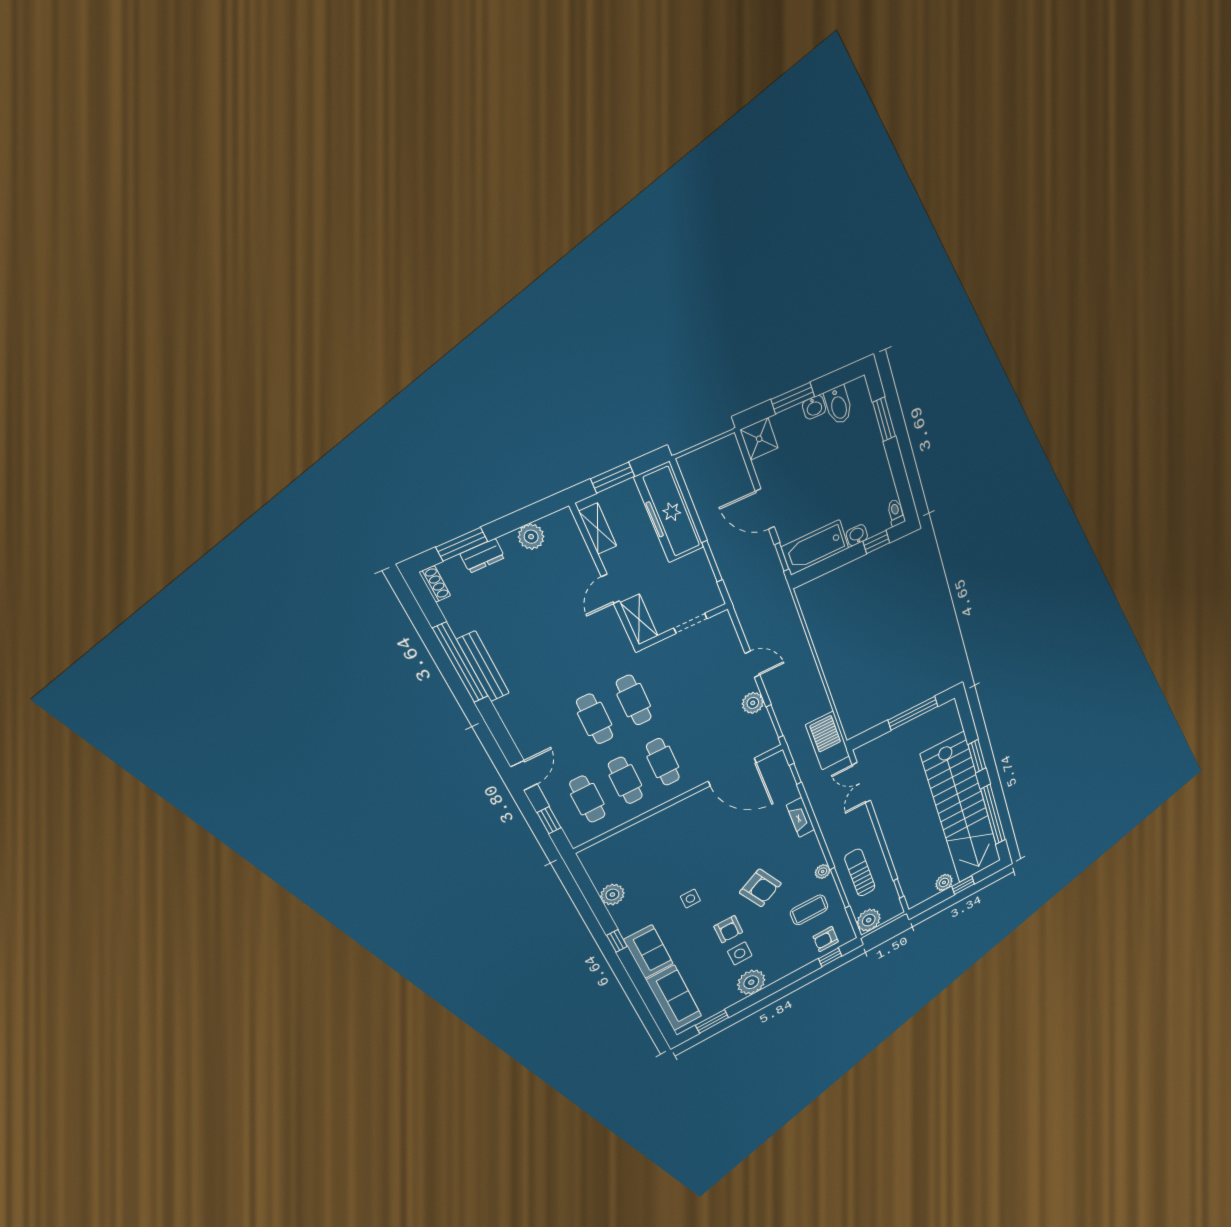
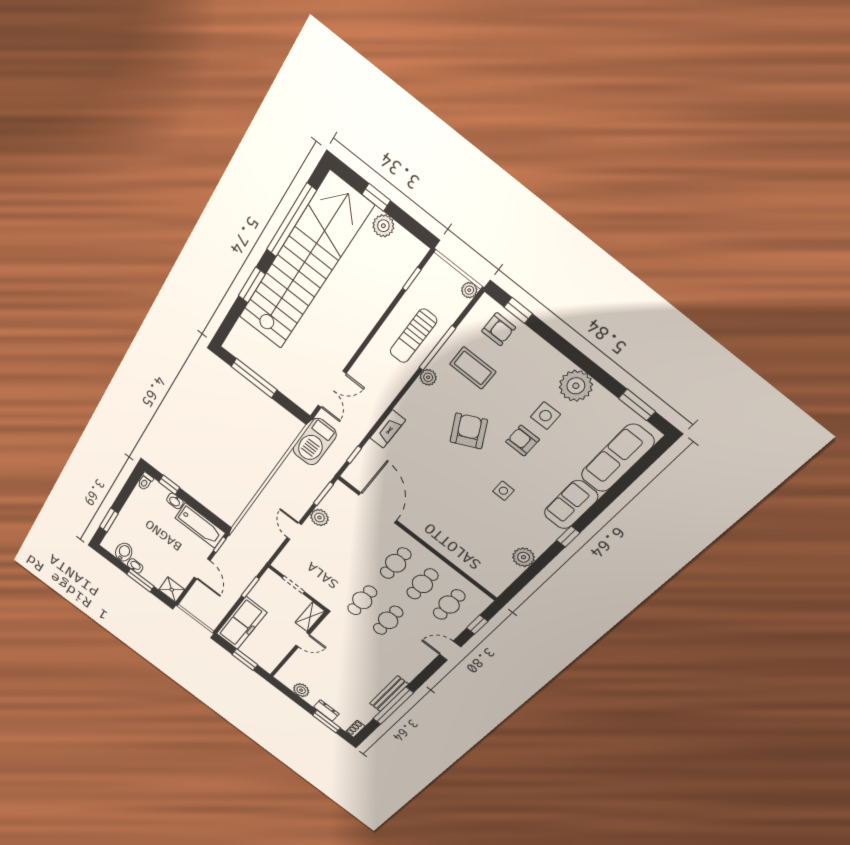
shelving: (598, 529) -> (275, 658), removed
plant: (869, 920) -> (469, 290), width x0.53, depth x0.53
armchair: (728, 929) -> (522, 441), turned -90

